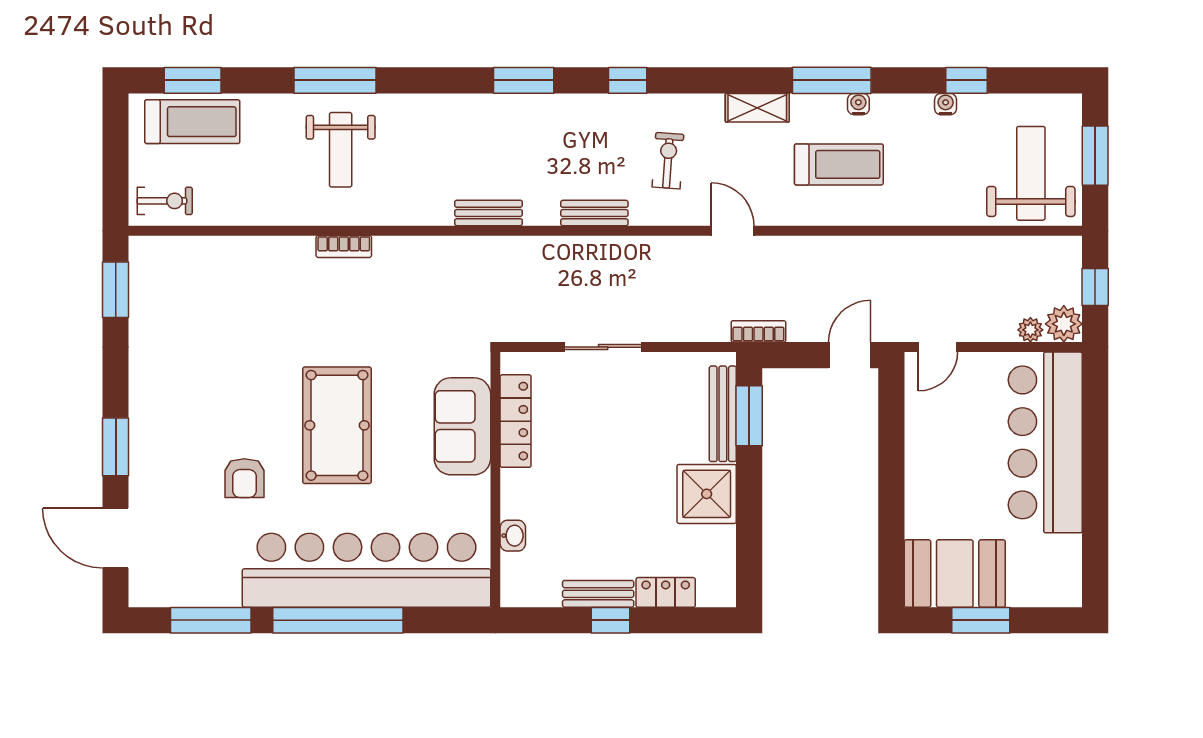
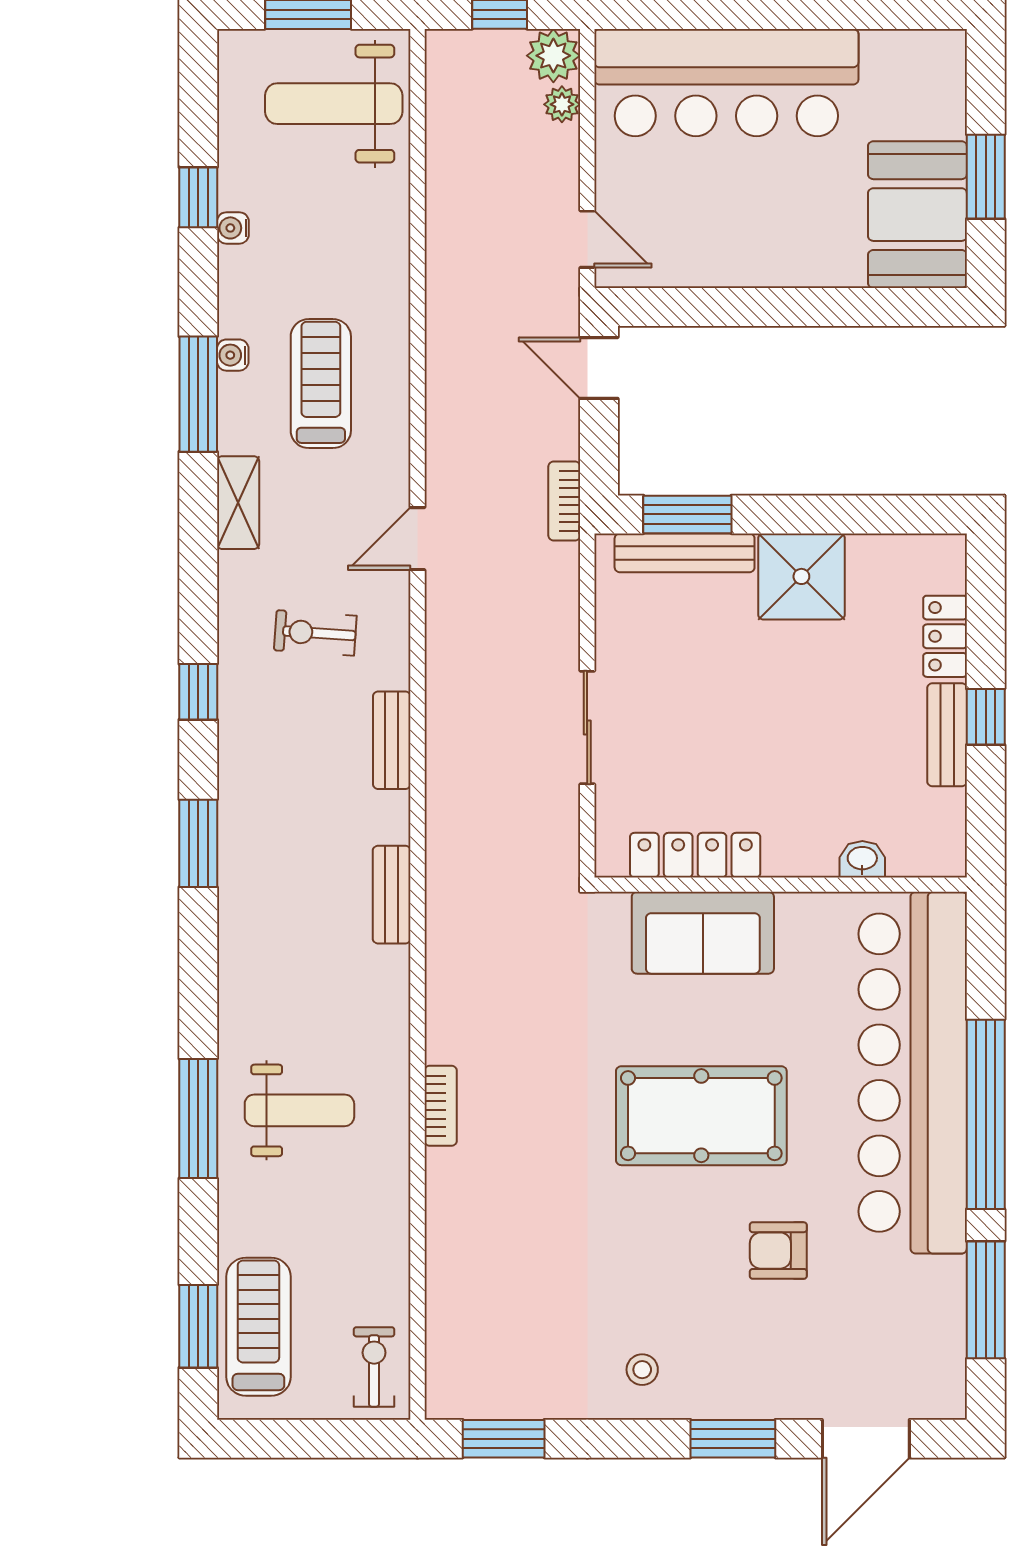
stool: (163, 385) -> (642, 1370), added
armchair: (244, 478) -> (778, 1251), turned 180

